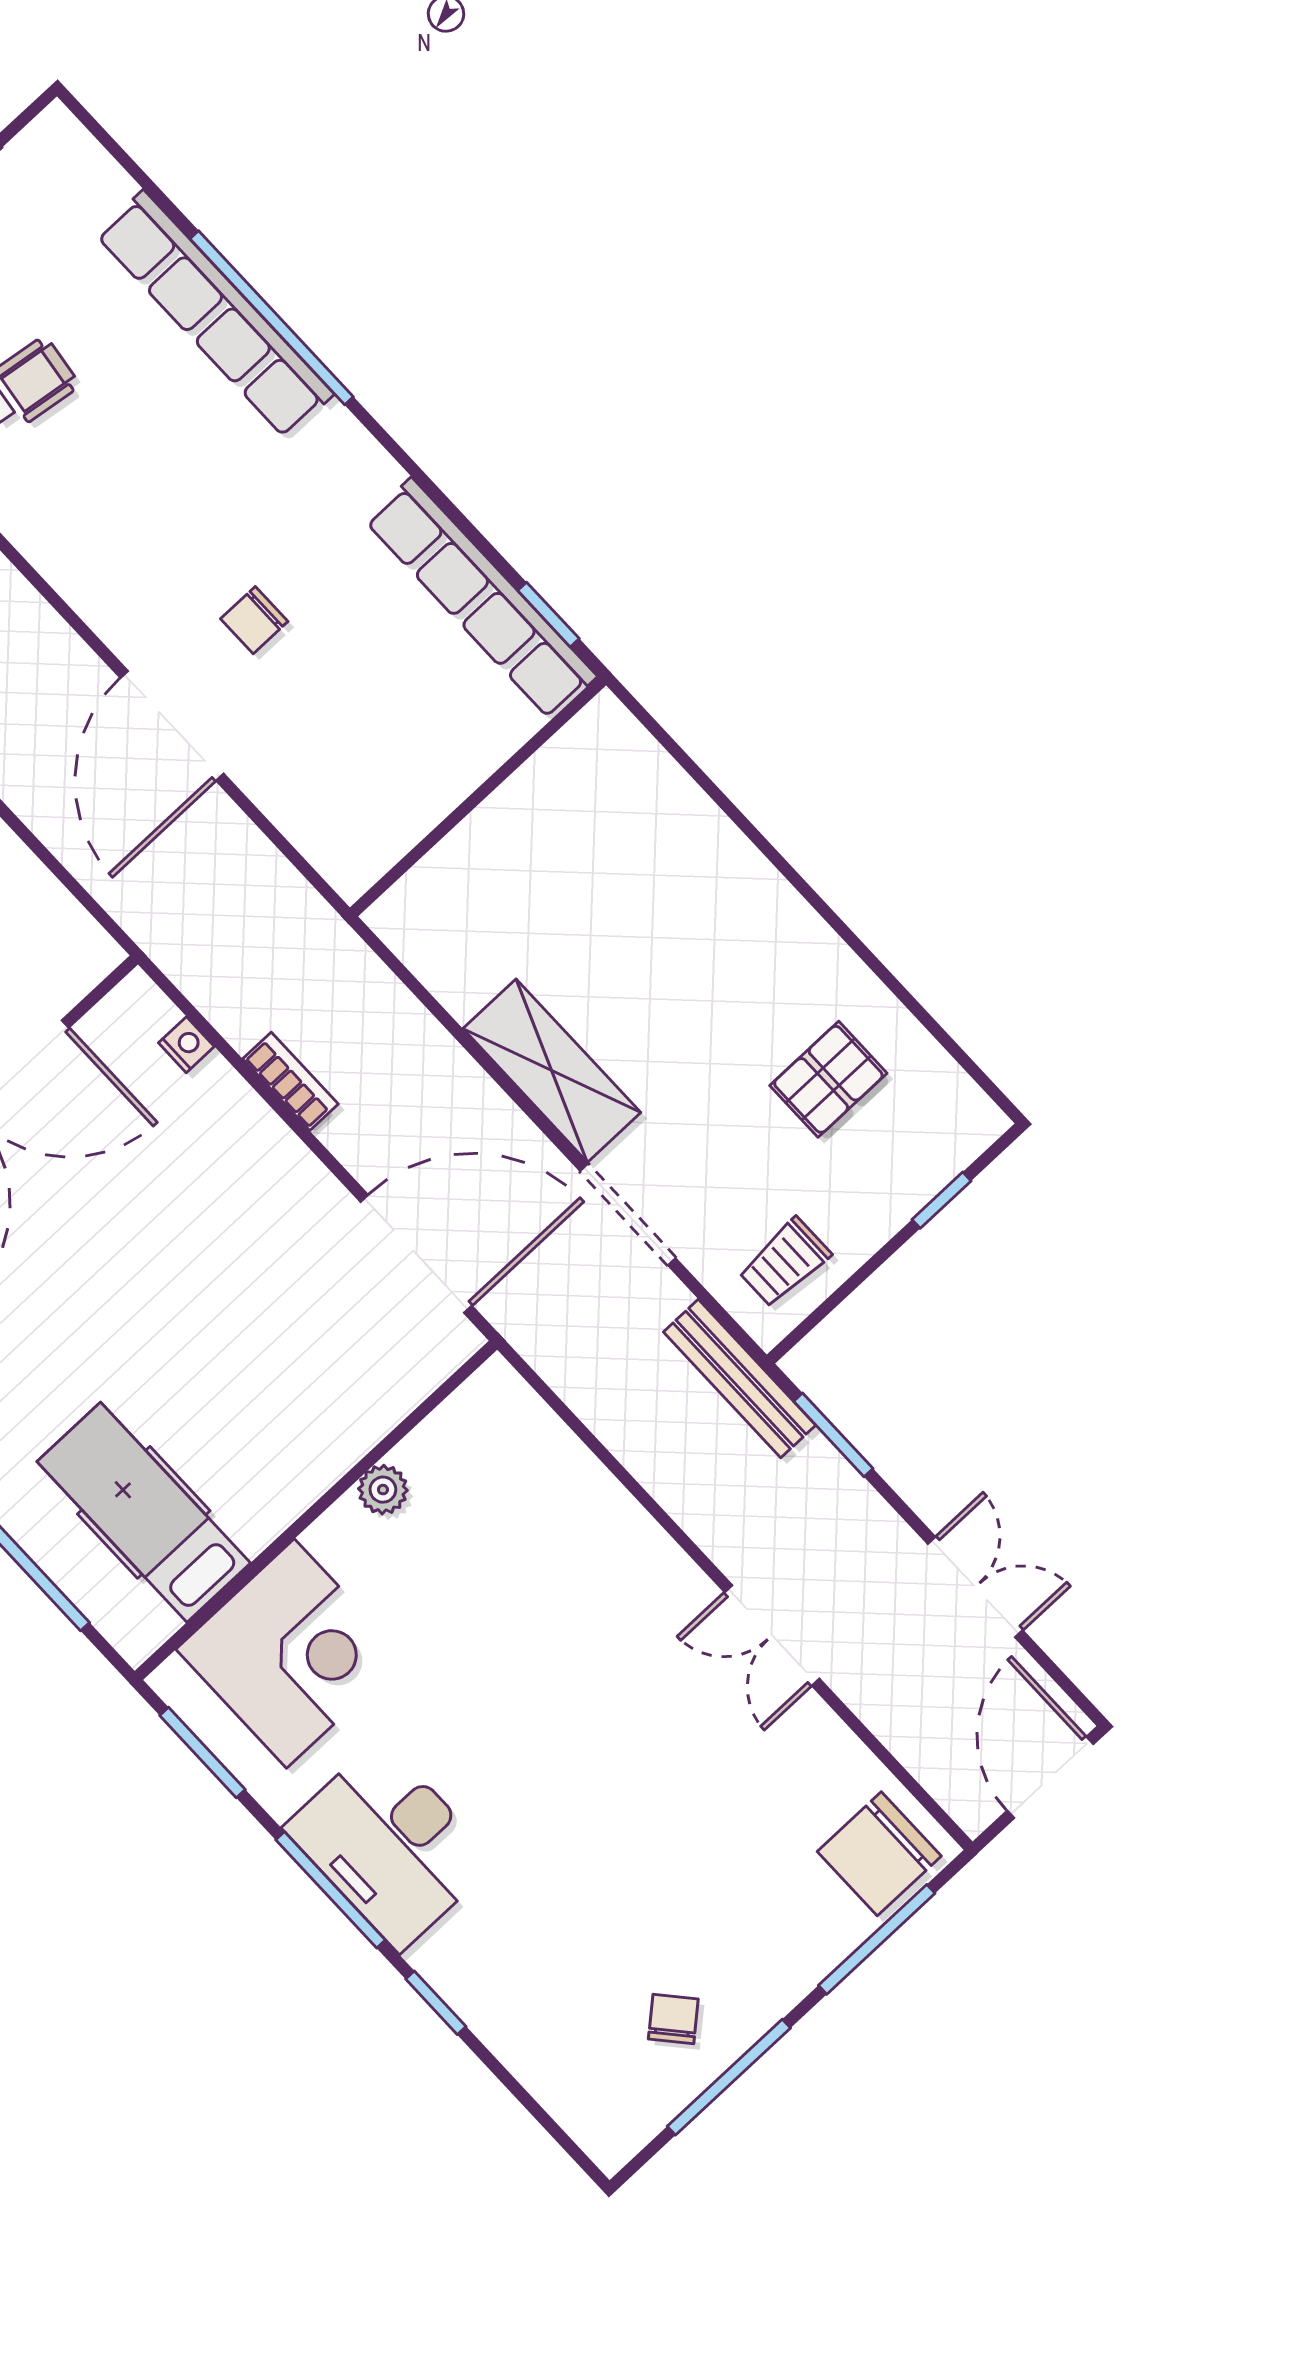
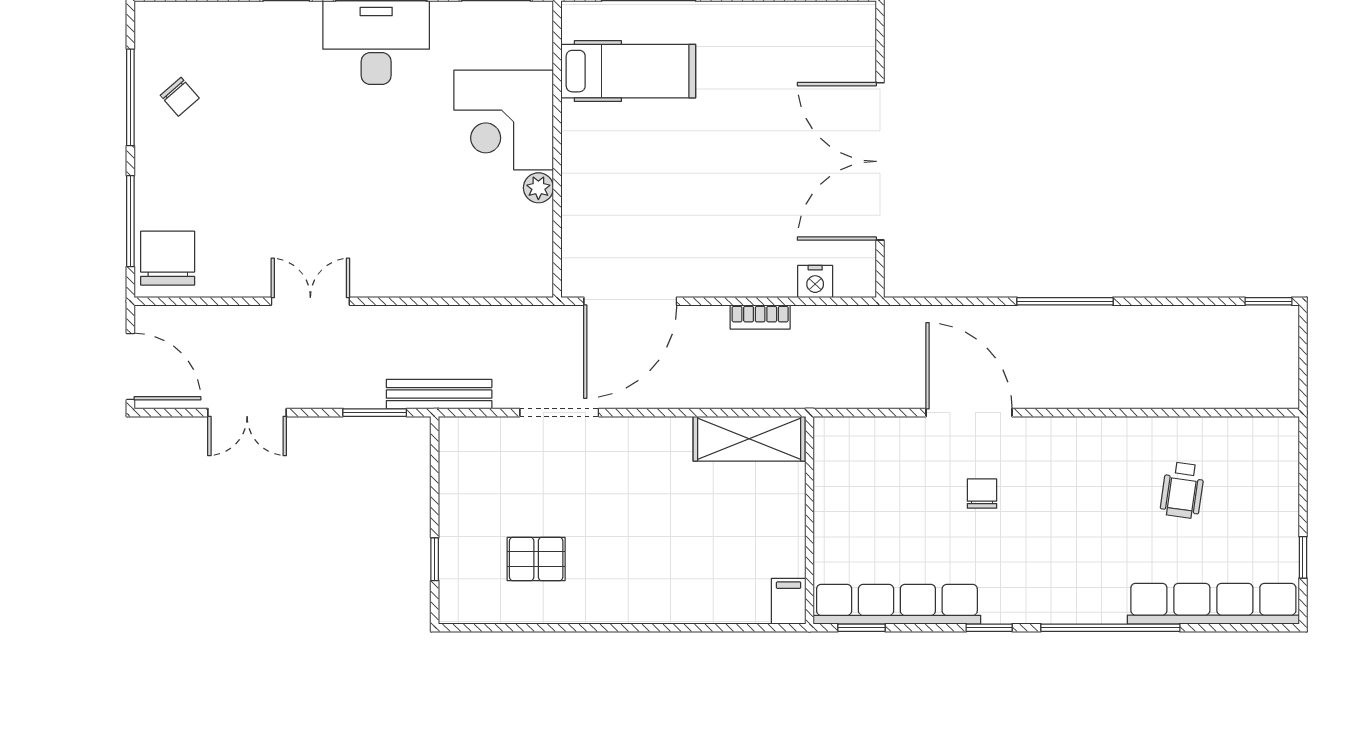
row of seats: (215, 314) -> (1213, 604), moved
window: (406, 462) -> (989, 628), added
filing cabinet: (598, 731) -> (789, 601), added
nightstand: (186, 1045) -> (815, 281), width x1.39, depth x1.35
shelving: (552, 1071) -> (749, 439), moved
pallet: (828, 1079) -> (536, 559), turned 90
trolley: (785, 1262) -> (472, 463), removed
corner desk: (290, 1654) -> (504, 120), moved

